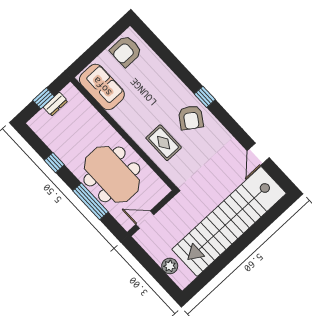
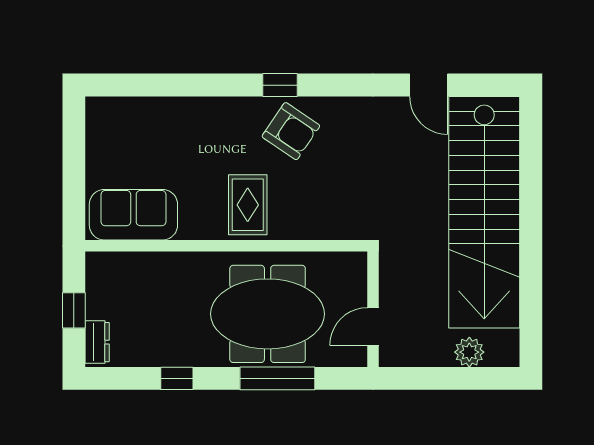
armchair: (126, 51) -> (115, 135), removed
dresser: (55, 104) -> (97, 342), moved
rug: (164, 143) -> (248, 205), moved, turned 90

